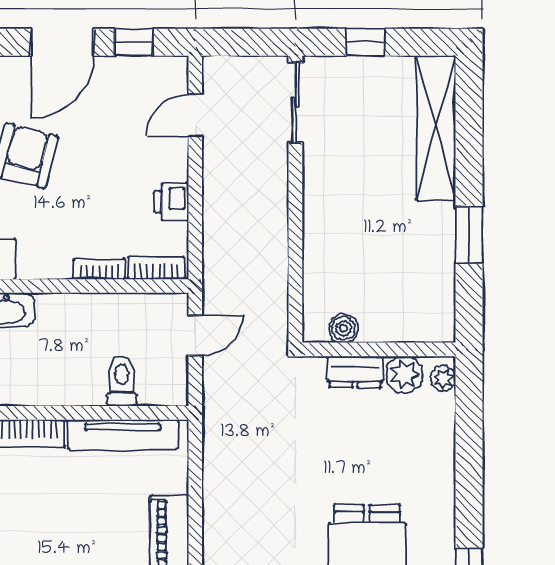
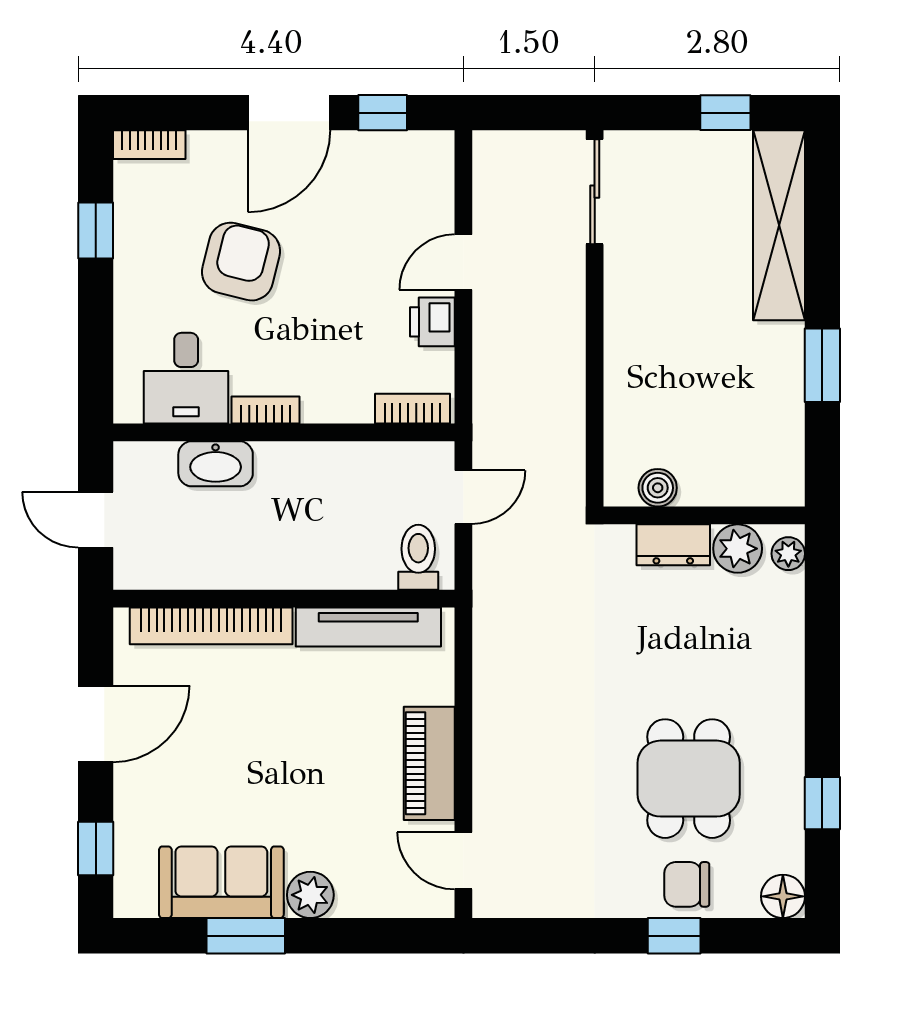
window: (365, 42) -> (725, 113), moved
door: (195, 115) -> (463, 262), moved
bookcase: (99, 269) -> (266, 410), moved
toilet: (122, 381) -> (418, 557), moved

